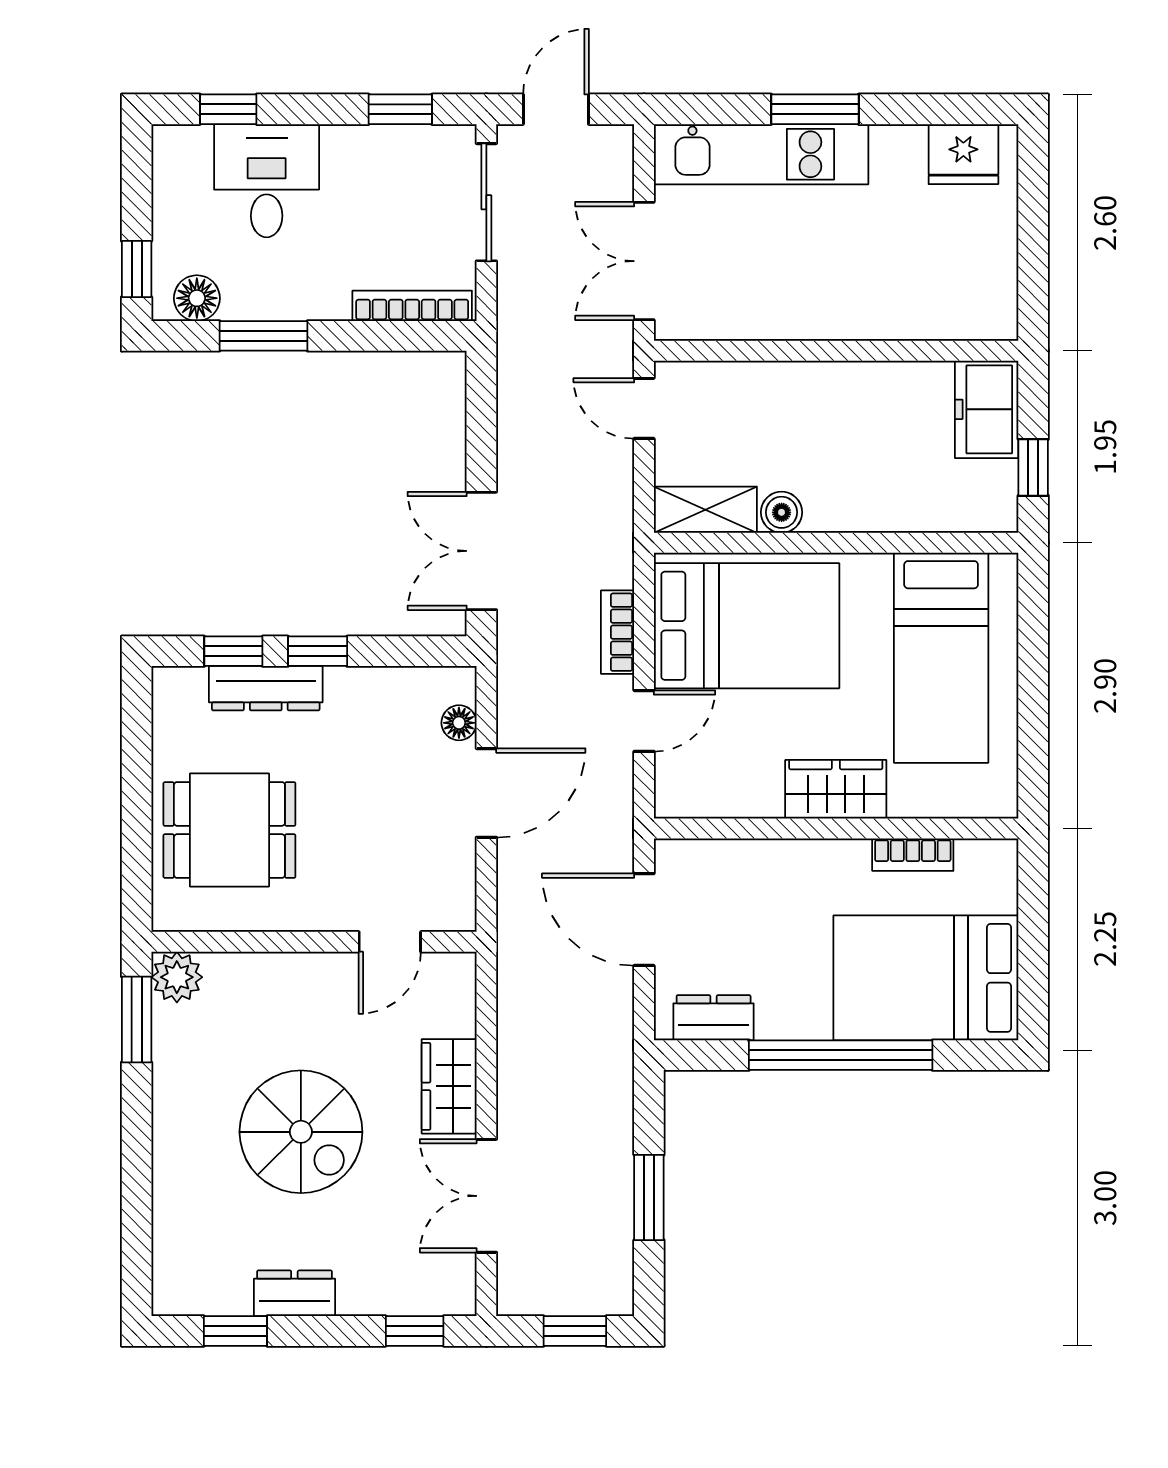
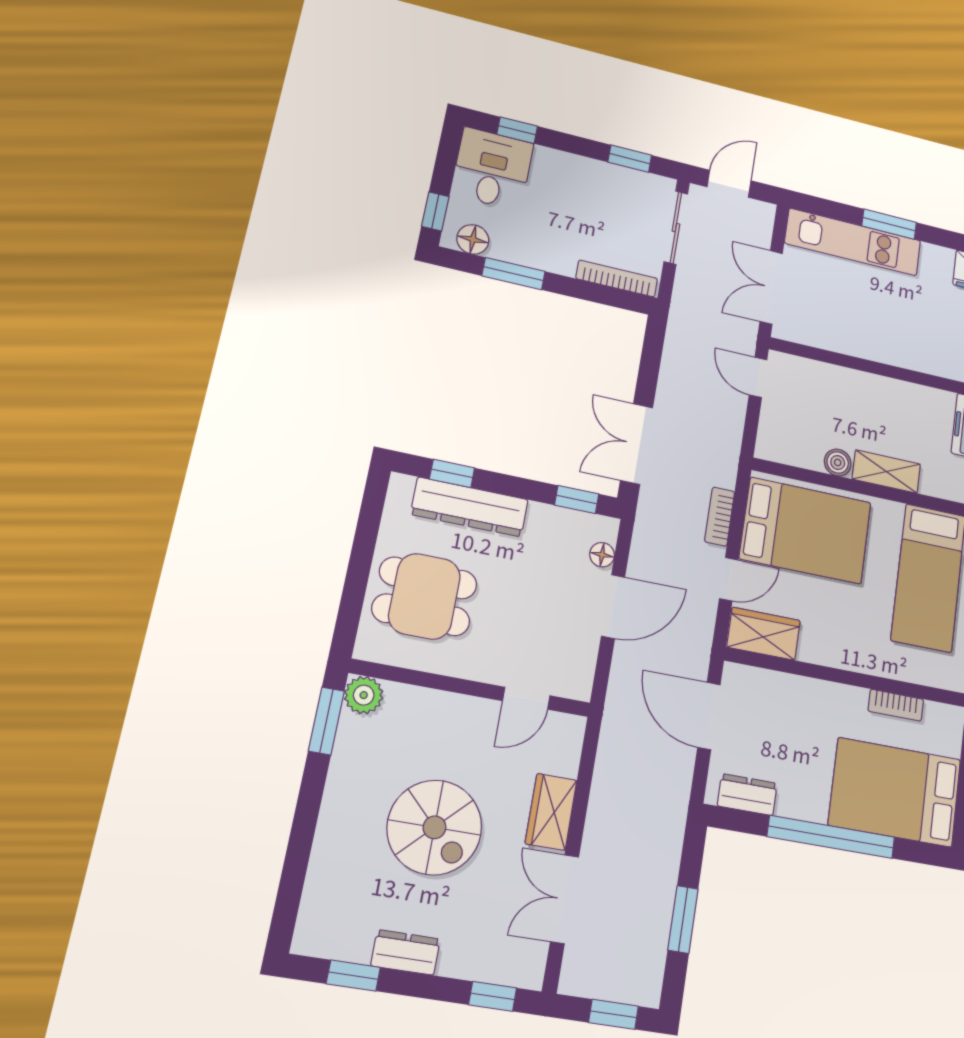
desk: (267, 181) -> (492, 169), moved
shelving: (705, 510) -> (886, 472), moved
window: (318, 651) -> (577, 500), moved
dresser: (266, 688) -> (470, 507), width x1.37, depth x1.24
wardrobe: (836, 789) -> (764, 634), moved

